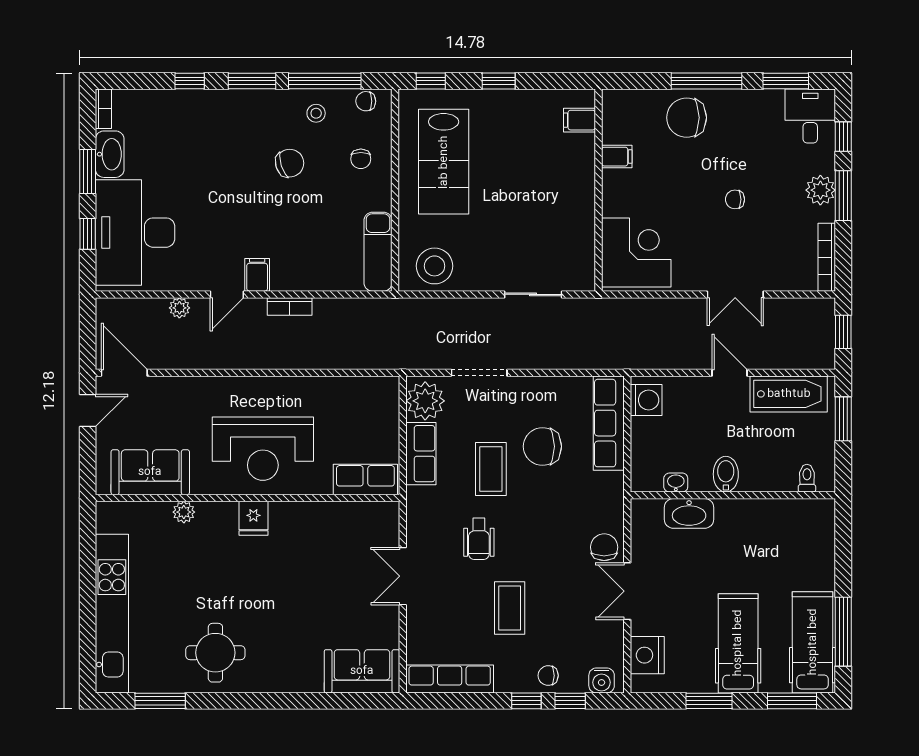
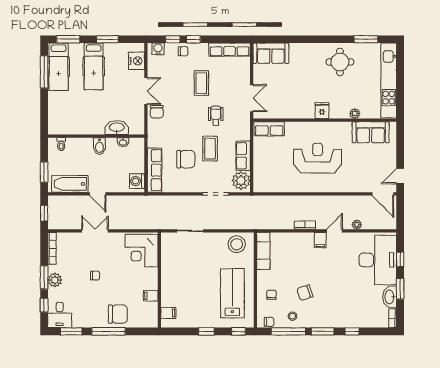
sofa: (150, 472) -> (371, 132), moved
row of seats: (365, 479) -> (269, 129), moved
wall: (248, 498) -> (325, 120), moved
plant: (184, 512) -> (355, 114), moved
fridge: (253, 518) -> (322, 111), moved

